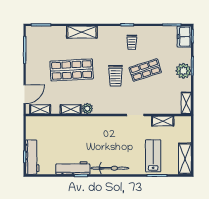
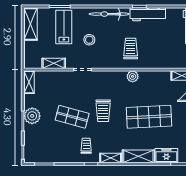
freezer: (184, 37) -> (166, 156), moved, turned -90
shop shelf: (145, 70) -> (72, 117), turned 33
trolley: (115, 76) -> (103, 111), turned 180
shelving: (71, 109) -> (111, 158), moved
trolley: (89, 135) -> (131, 48), added
stool: (129, 144) -> (89, 40), added
lab bench: (153, 156) -> (64, 27), turned 180

